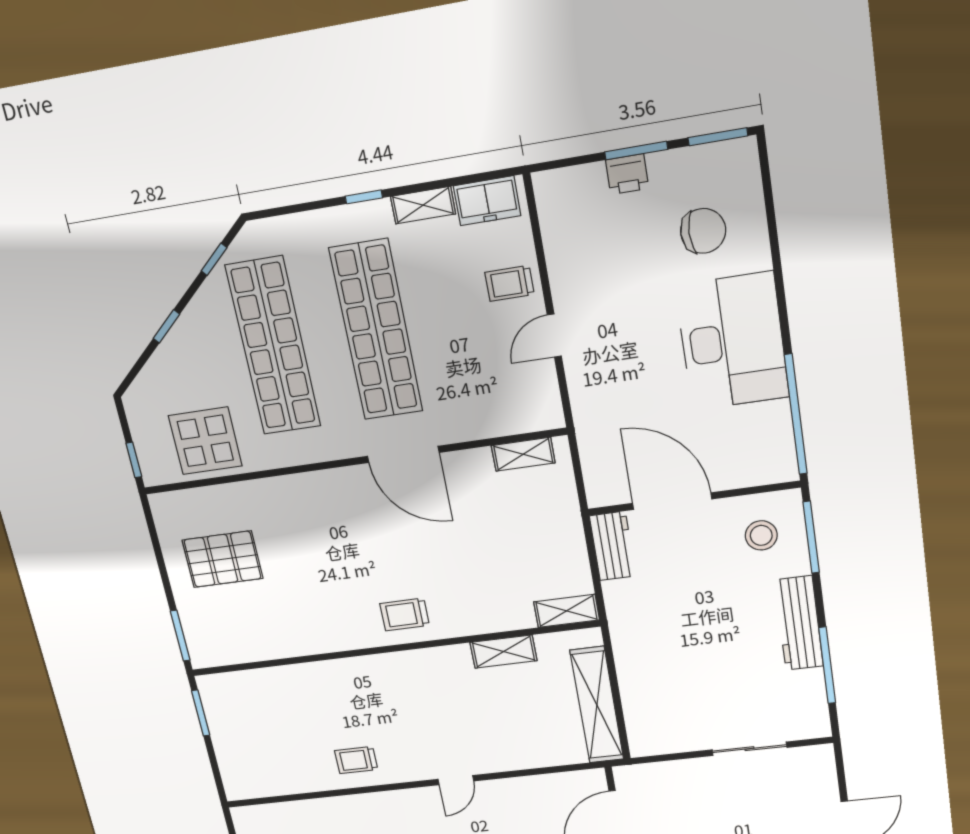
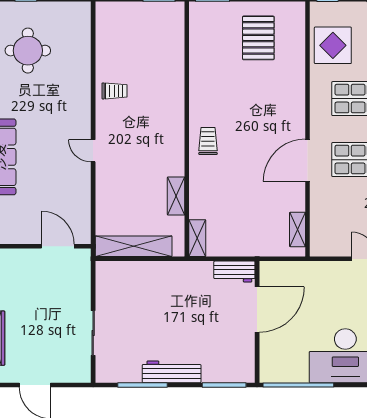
stool: (761, 535) -> (229, 357), removed
trolley: (356, 760) -> (115, 91), turned 90

